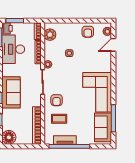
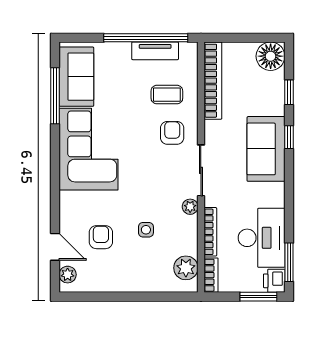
armchair: (88, 32) -> (101, 237), moved
door: (113, 45) -> (55, 247), hinge flipped

